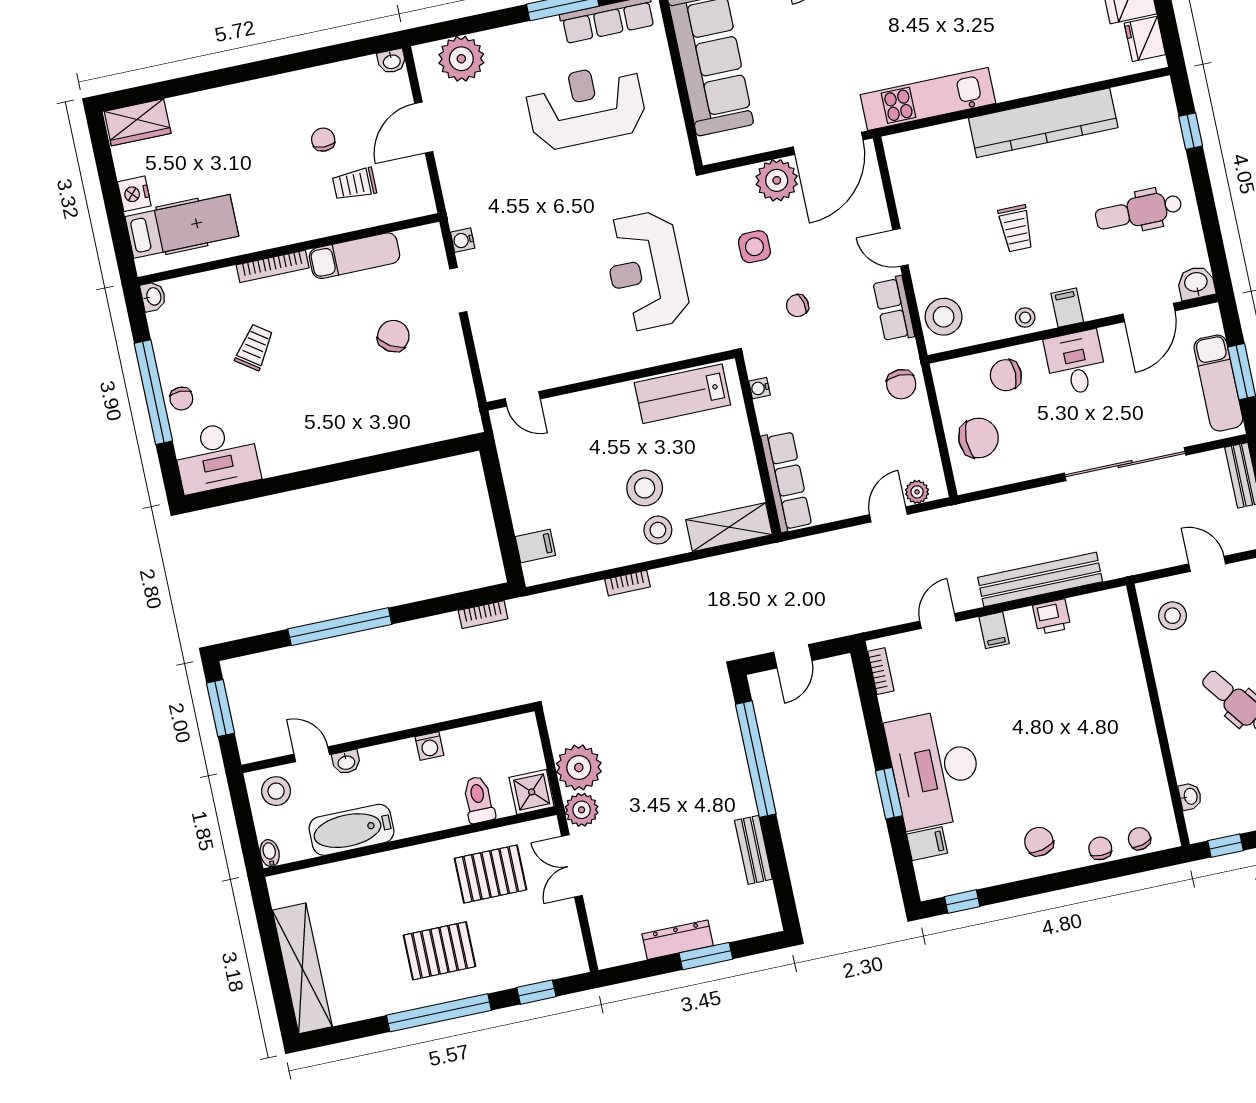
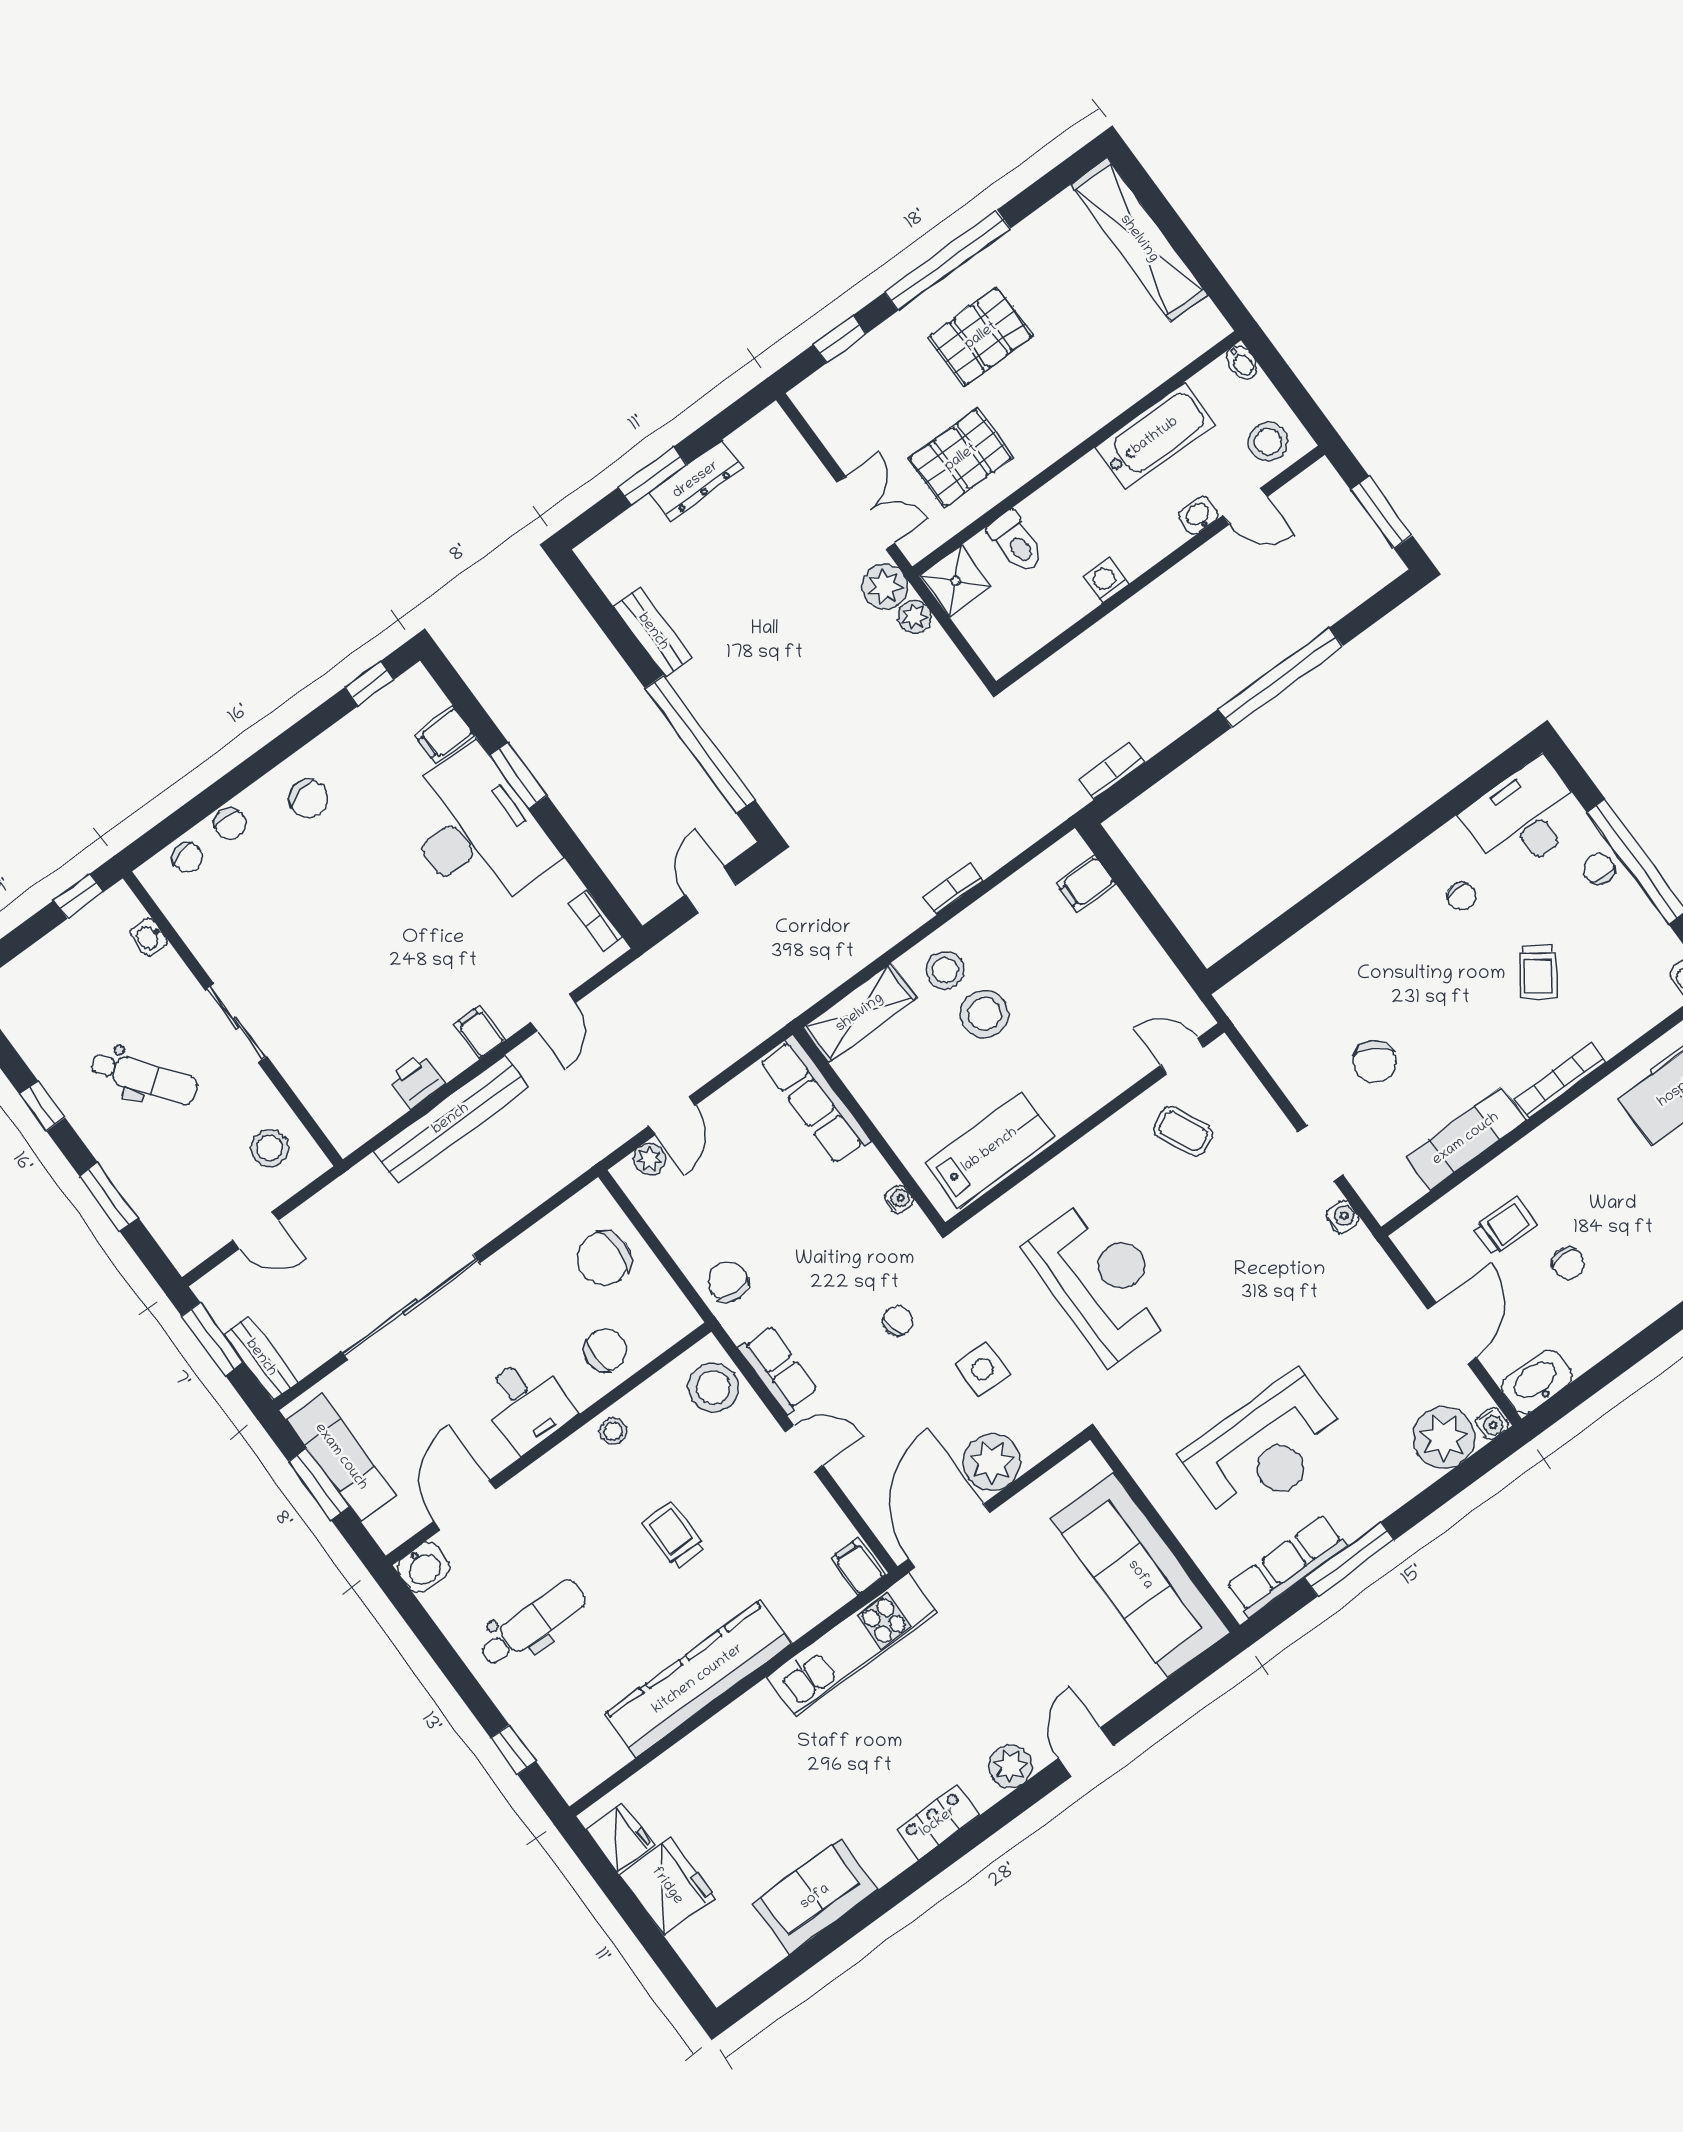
water cooler: (424, 54) -> (1492, 1423), added
washbasin: (392, 61) -> (1537, 1382), width x1.91, depth x1.45
filing cabinet: (1067, 308) -> (858, 1567), moved, turned 180
coffee table: (545, 347) -> (1183, 1131), added
chair: (283, 422) -> (1461, 896), added
sliding door: (1157, 711) -> (236, 1023), added
plant: (579, 767) -> (914, 617), width x0.53, depth x0.53

